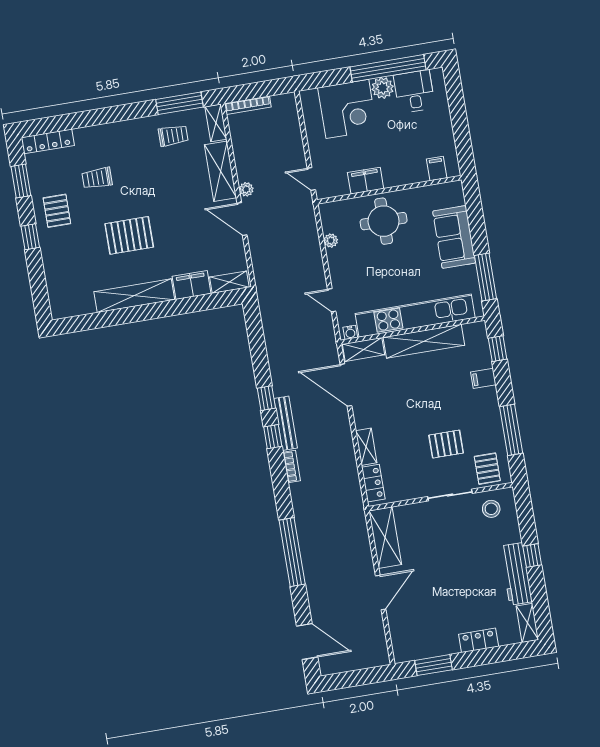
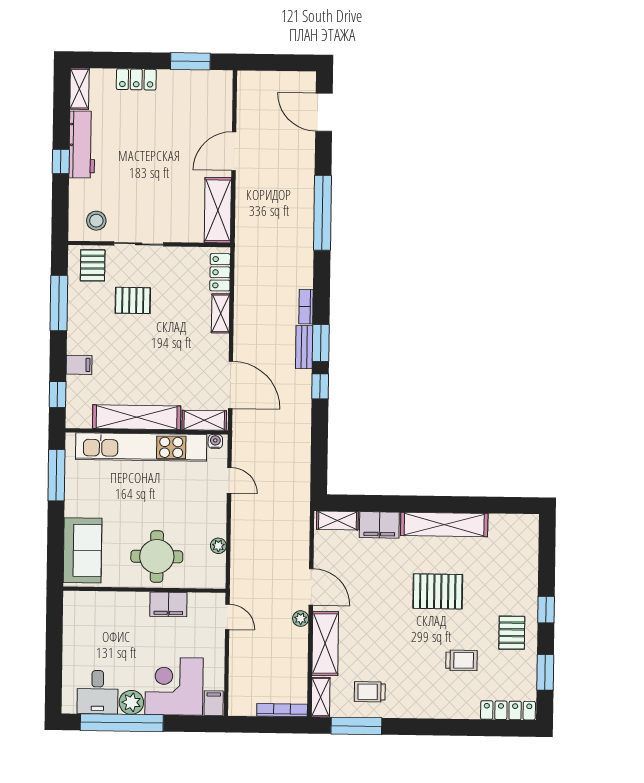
filing cabinet: (437, 169) -> (214, 703), moved, turned 180
sofa: (454, 237) -> (83, 550), moved
bench: (286, 423) -> (304, 347), width x0.73
window: (273, 437) -> (321, 343), width x1.50

